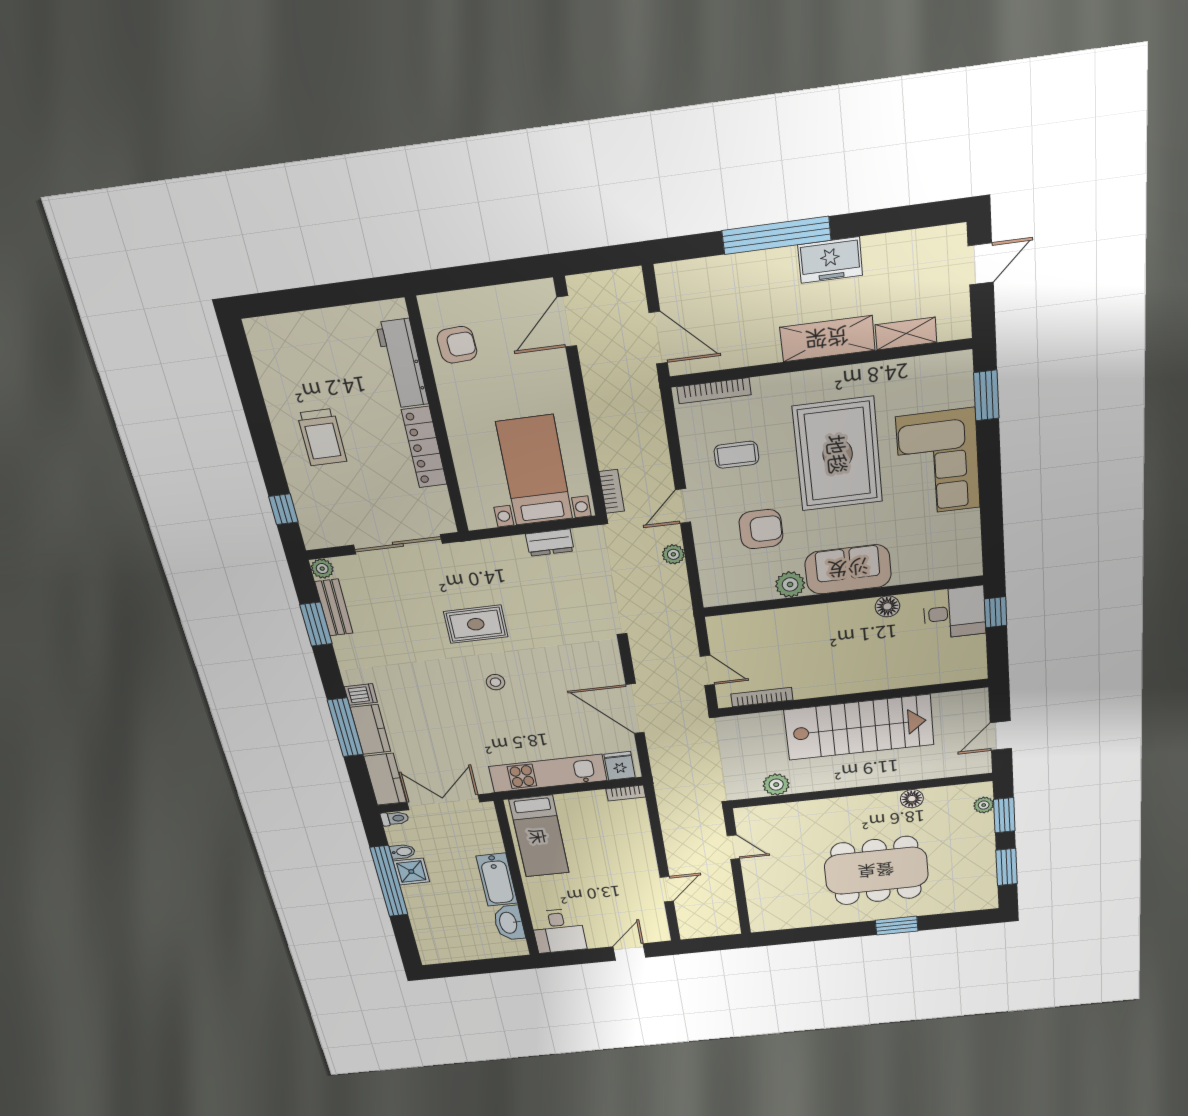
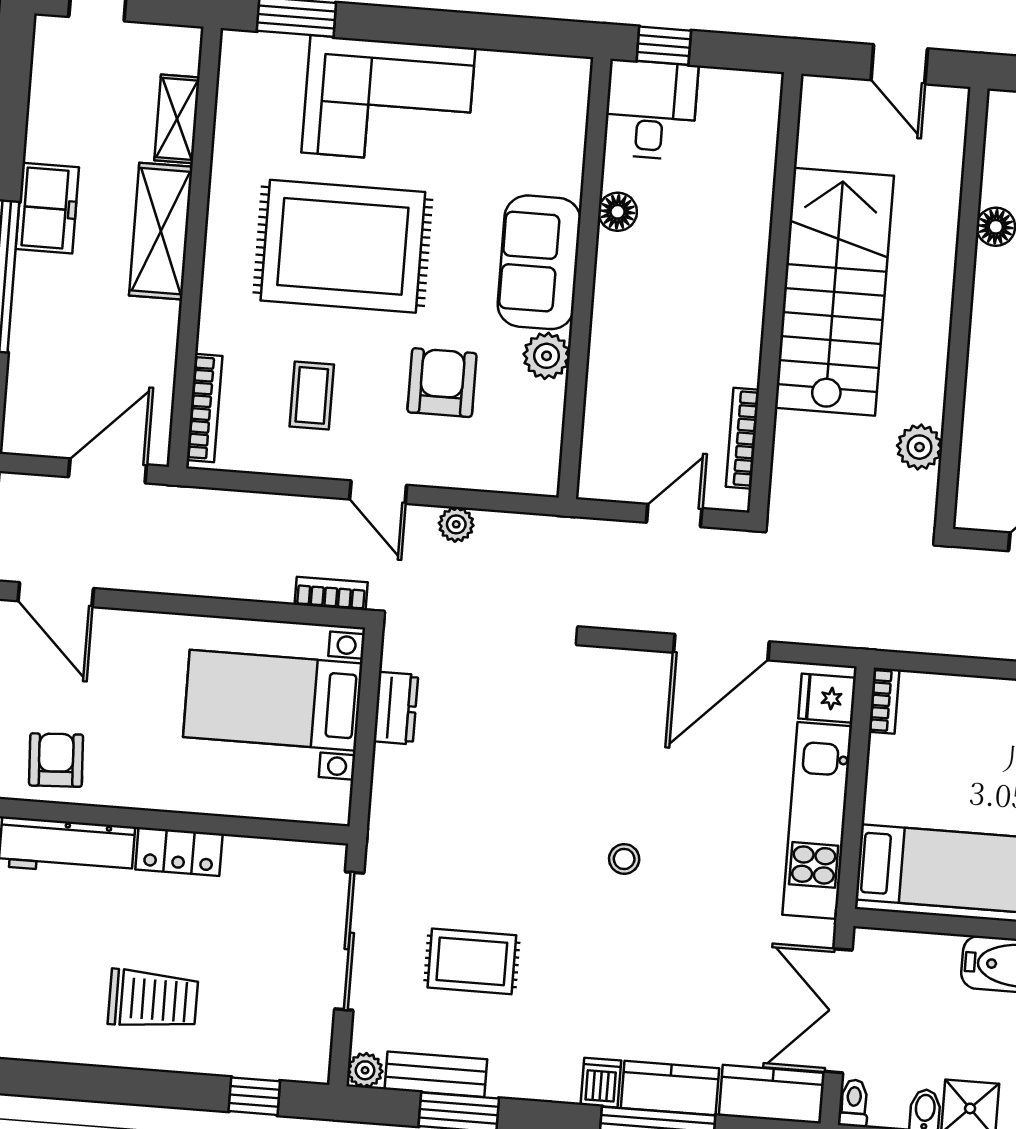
locker: (424, 447) -> (179, 852), width x0.66
rug: (476, 624) -> (472, 961), moved, turned 90

